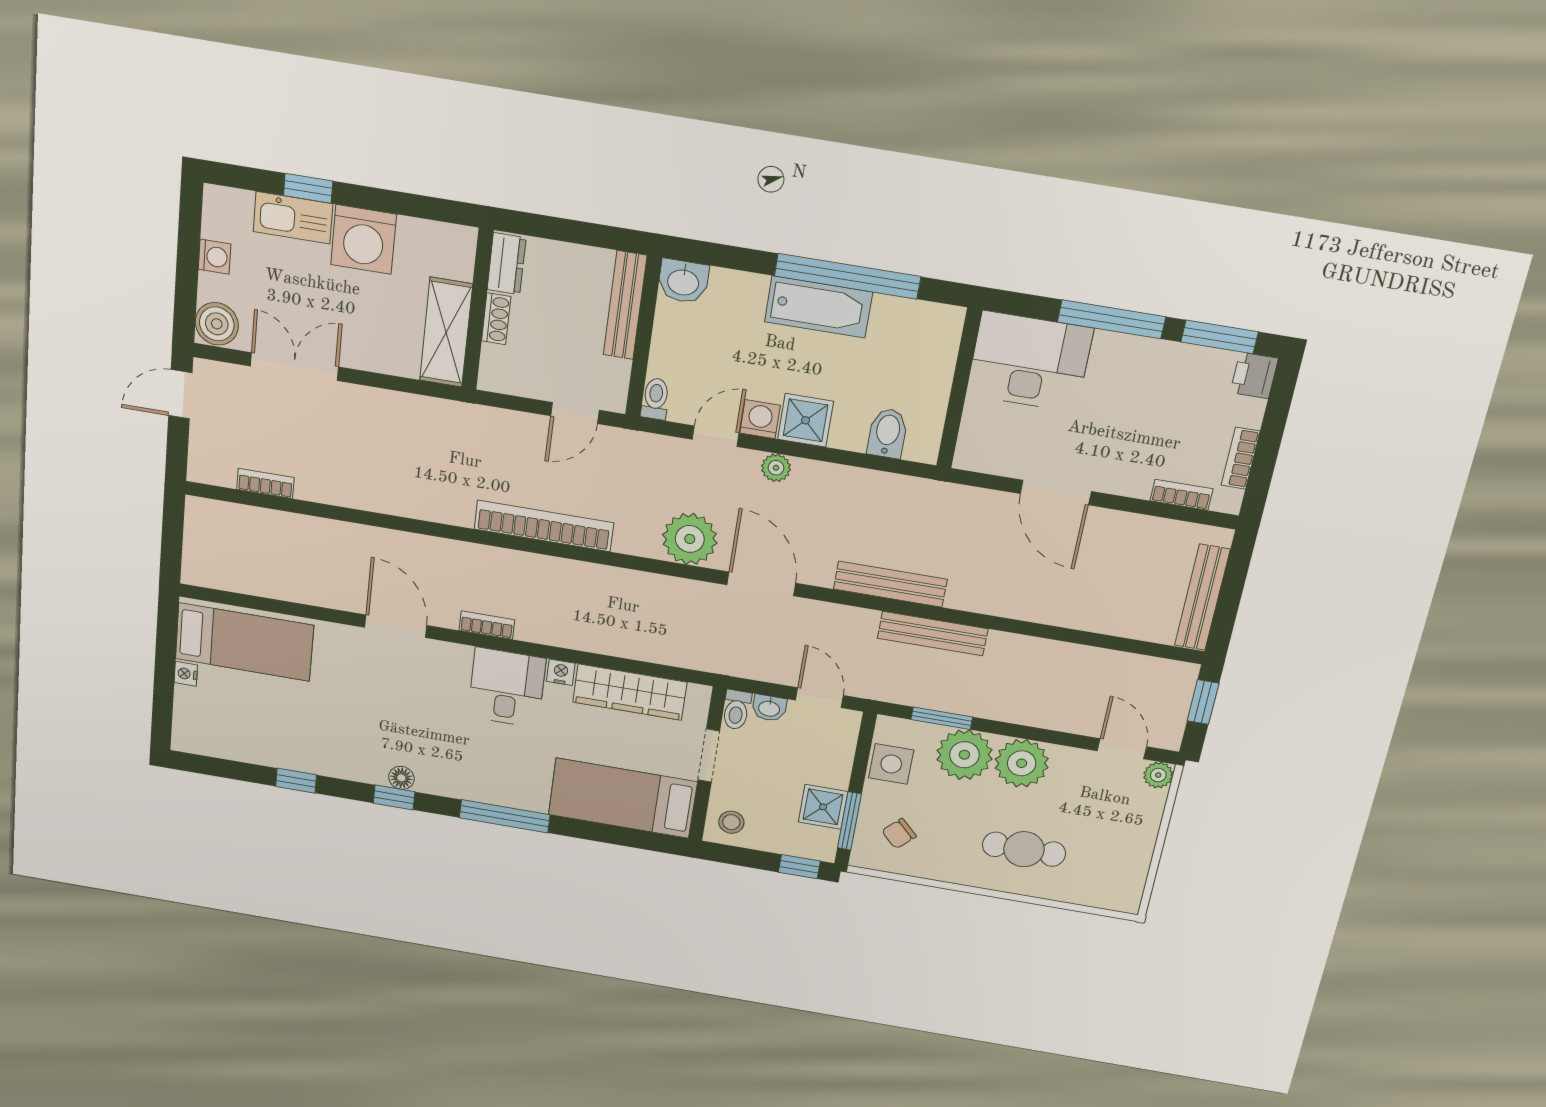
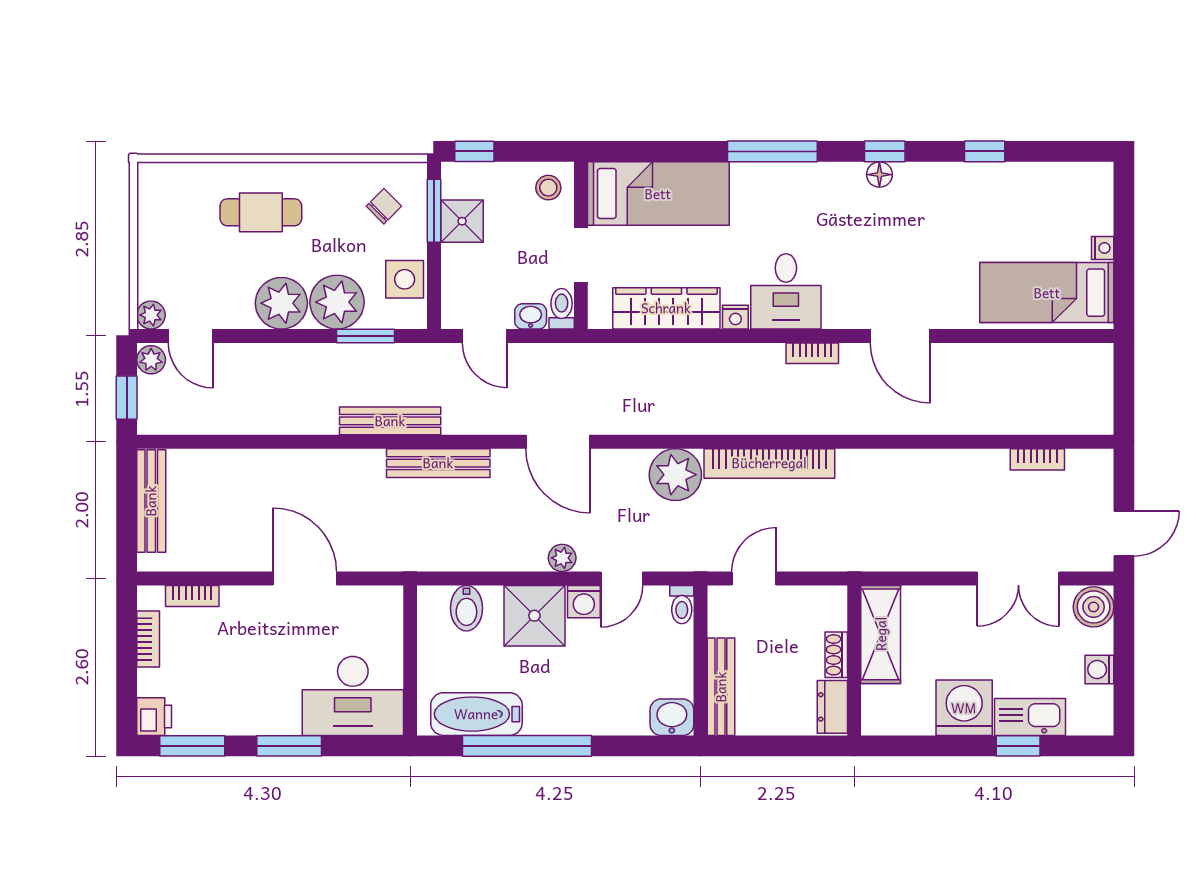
bathtub: (818, 307) -> (476, 714), moved
window: (1111, 319) -> (289, 746), width x0.69
shower: (806, 420) -> (534, 616), width x1.36, depth x1.36
plant: (690, 539) -> (675, 475), moved
plant: (1168, 733) -> (151, 360), added

